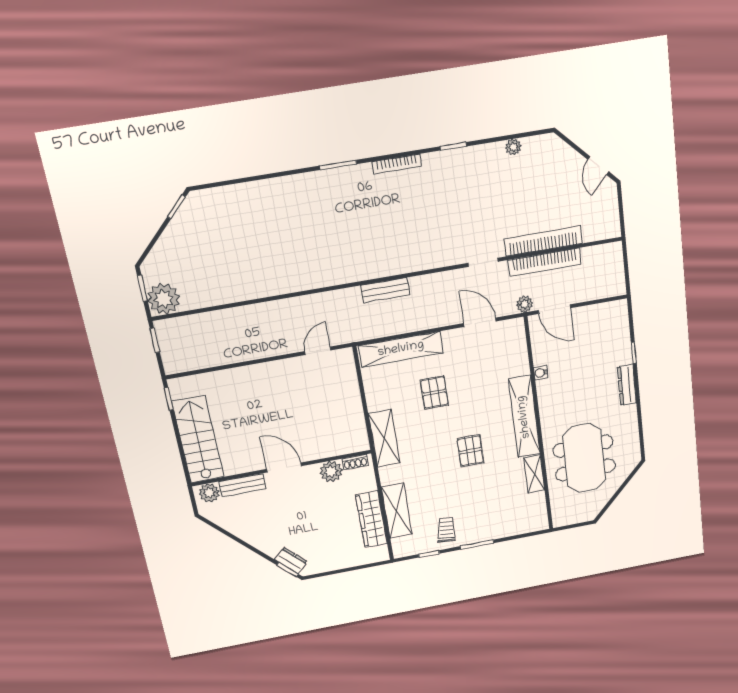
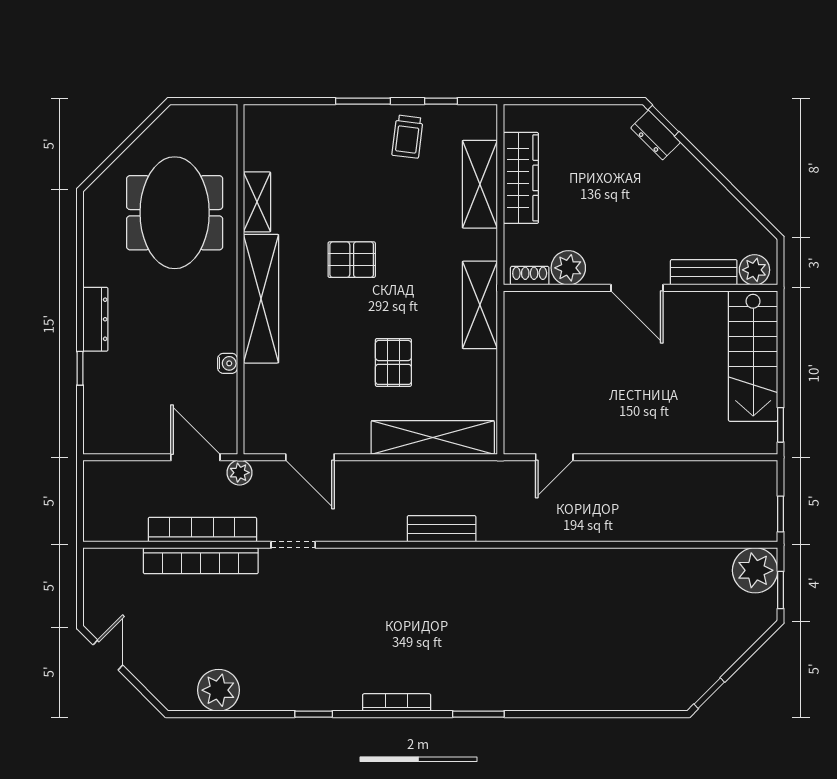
plant: (513, 147) -> (219, 690), width x1.88, depth x1.88
pallet: (470, 451) -> (352, 260), turned 90

